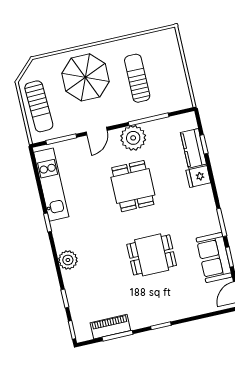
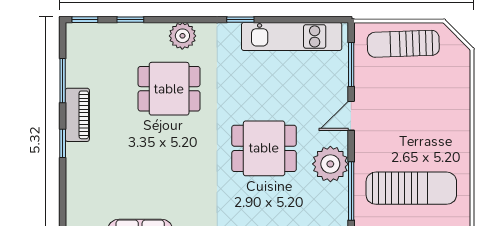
parasol: (85, 77) -> (429, 117), removed
sun lounger: (137, 78) -> (411, 188), width x1.36, depth x1.34
door: (97, 131) -> (351, 116), hinge flipped
dining table: (152, 255) -> (169, 89), moved, turned 90
piano: (110, 327) -> (77, 115), moved

